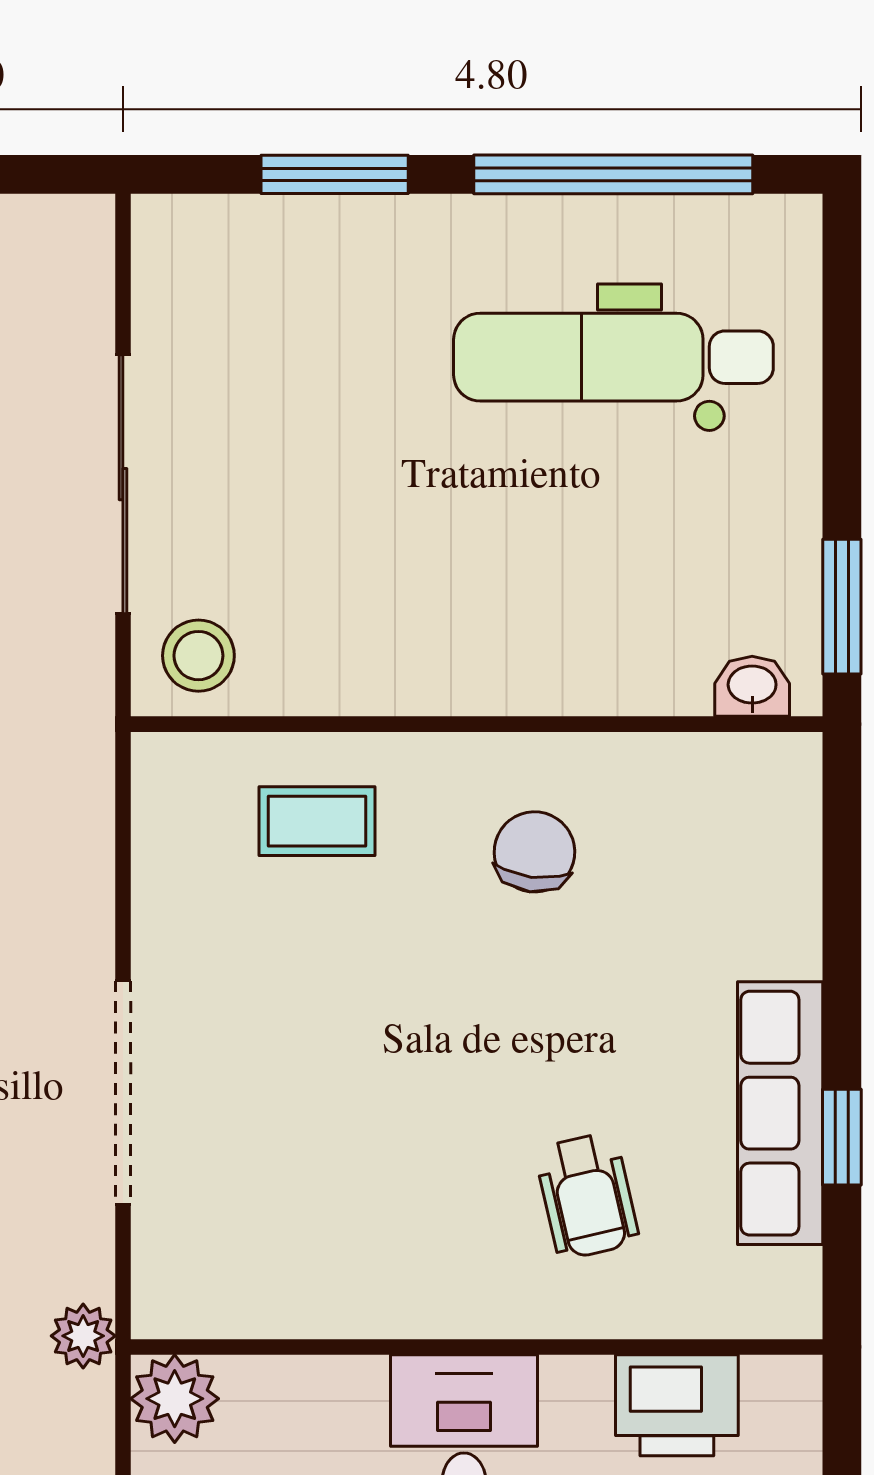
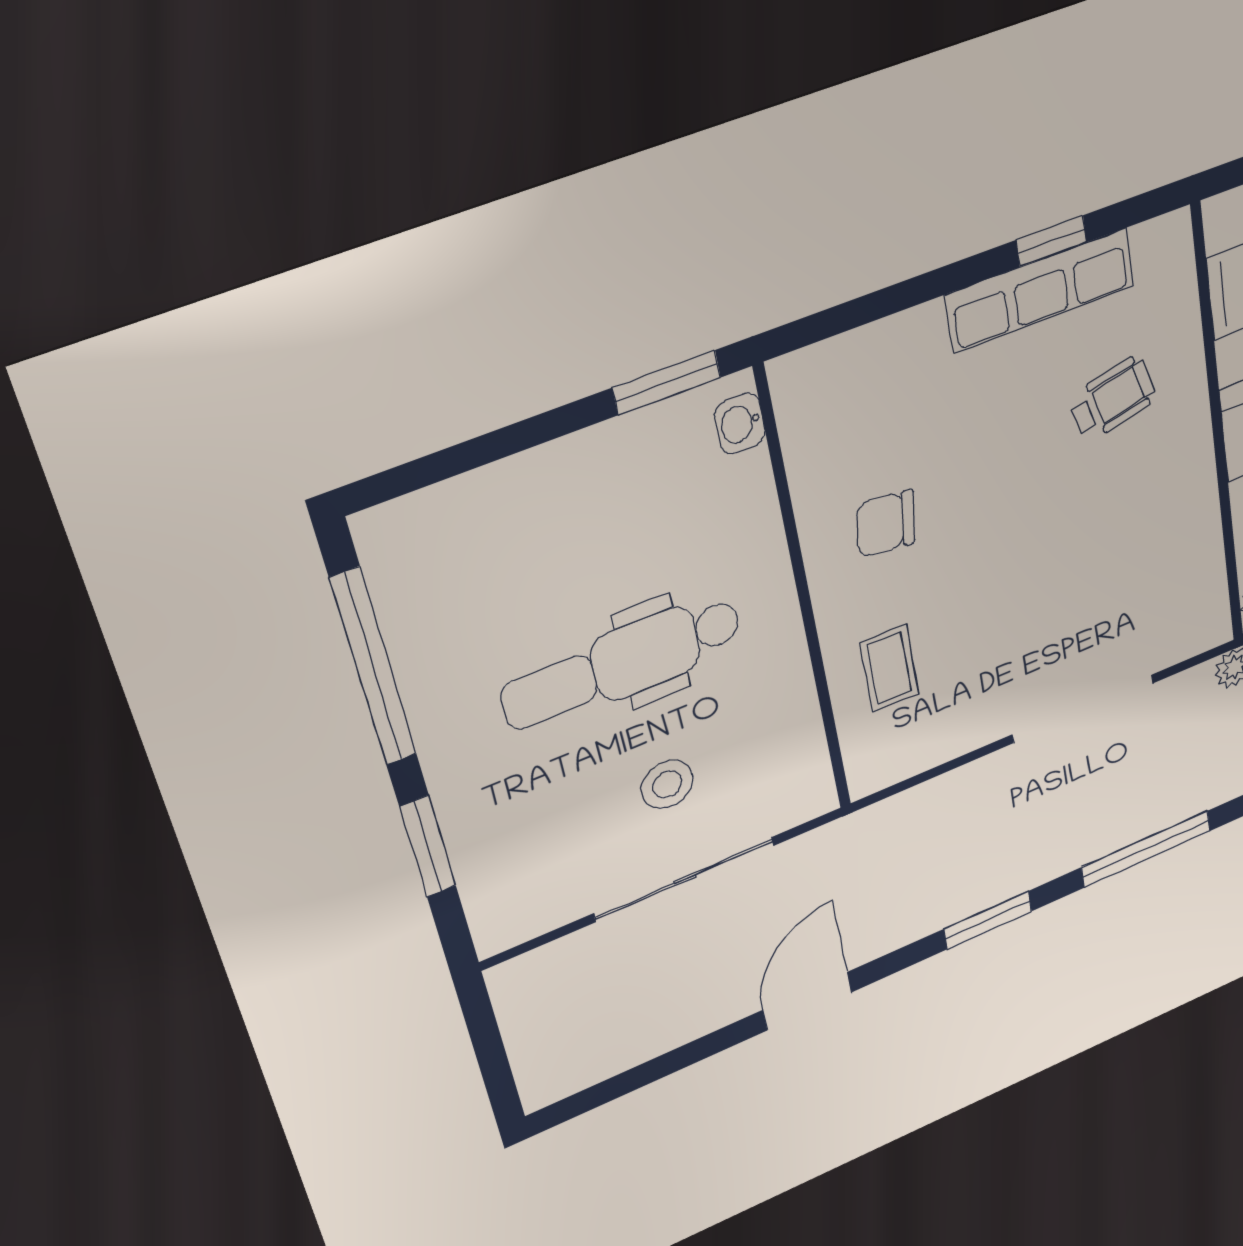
dental chair: (613, 357) -> (622, 663), moved, turned 90
stool: (198, 656) -> (667, 784), moved

